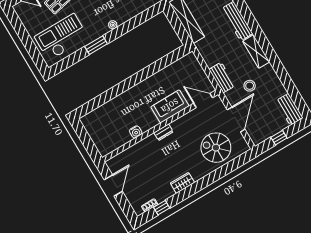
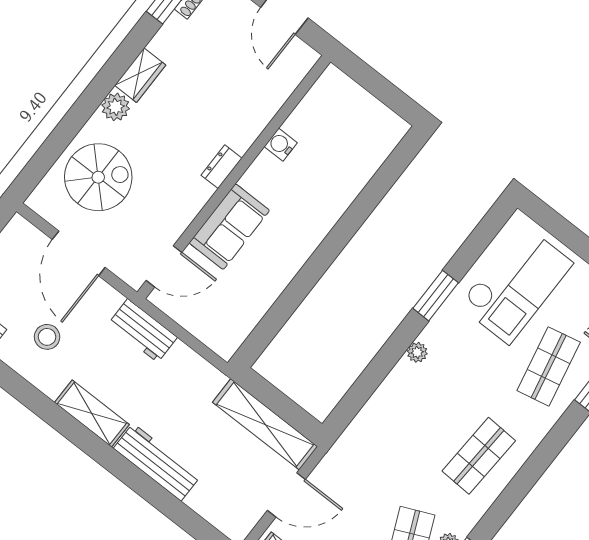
stool: (250, 86) -> (47, 337), moved
plant: (198, 174) -> (116, 107), added

